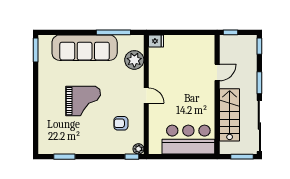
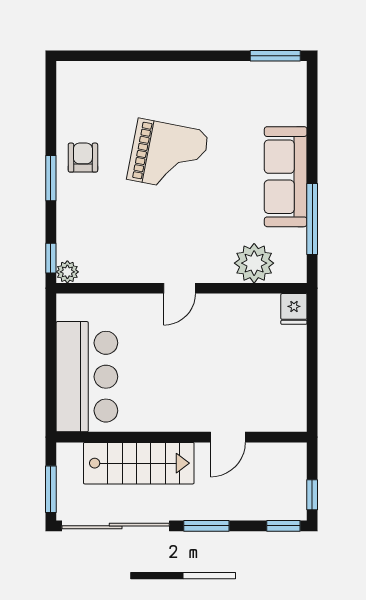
window: (231, 32) -> (312, 495), moved
sofa: (85, 48) -> (286, 177), width x0.74, depth x0.79
door: (217, 72) -> (228, 437), hinge flipped
grand piano: (83, 101) -> (168, 155), turned -79
armchair: (121, 123) -> (83, 158), moved
window: (64, 157) -> (51, 178), moved

